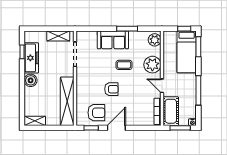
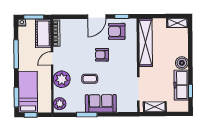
door: (162, 86) -> (52, 58), swing flipped

